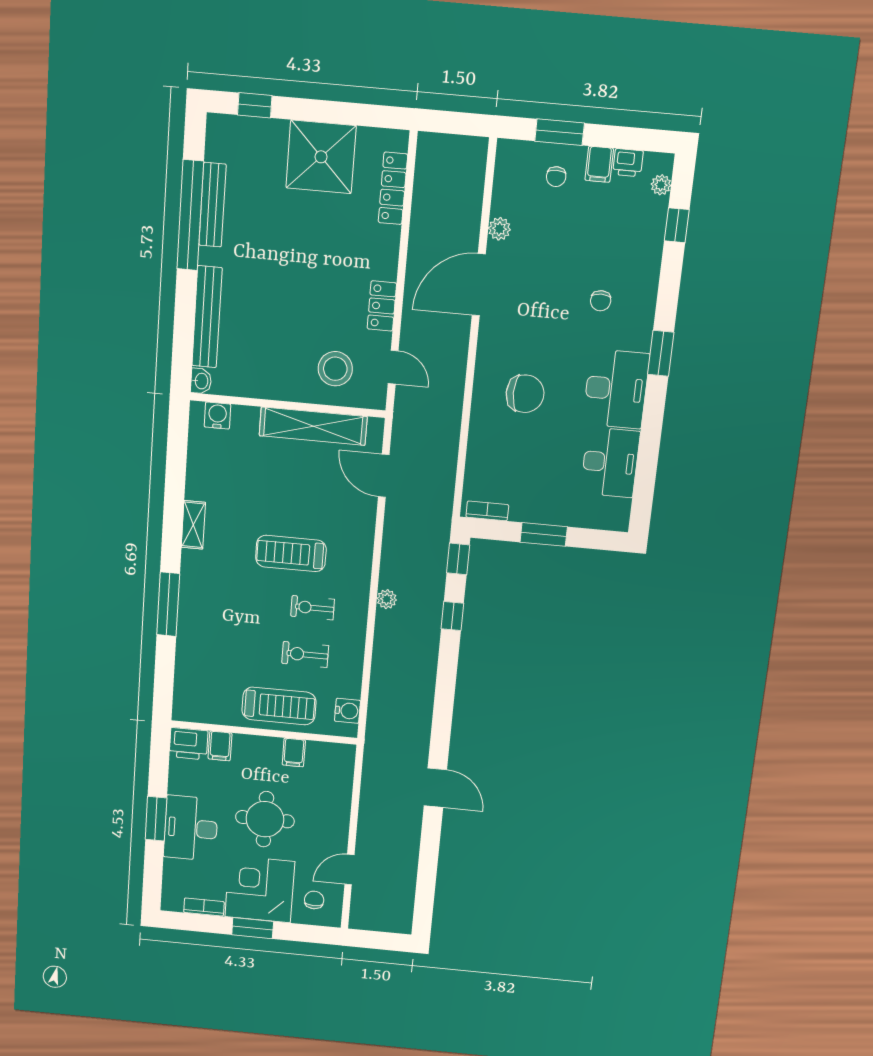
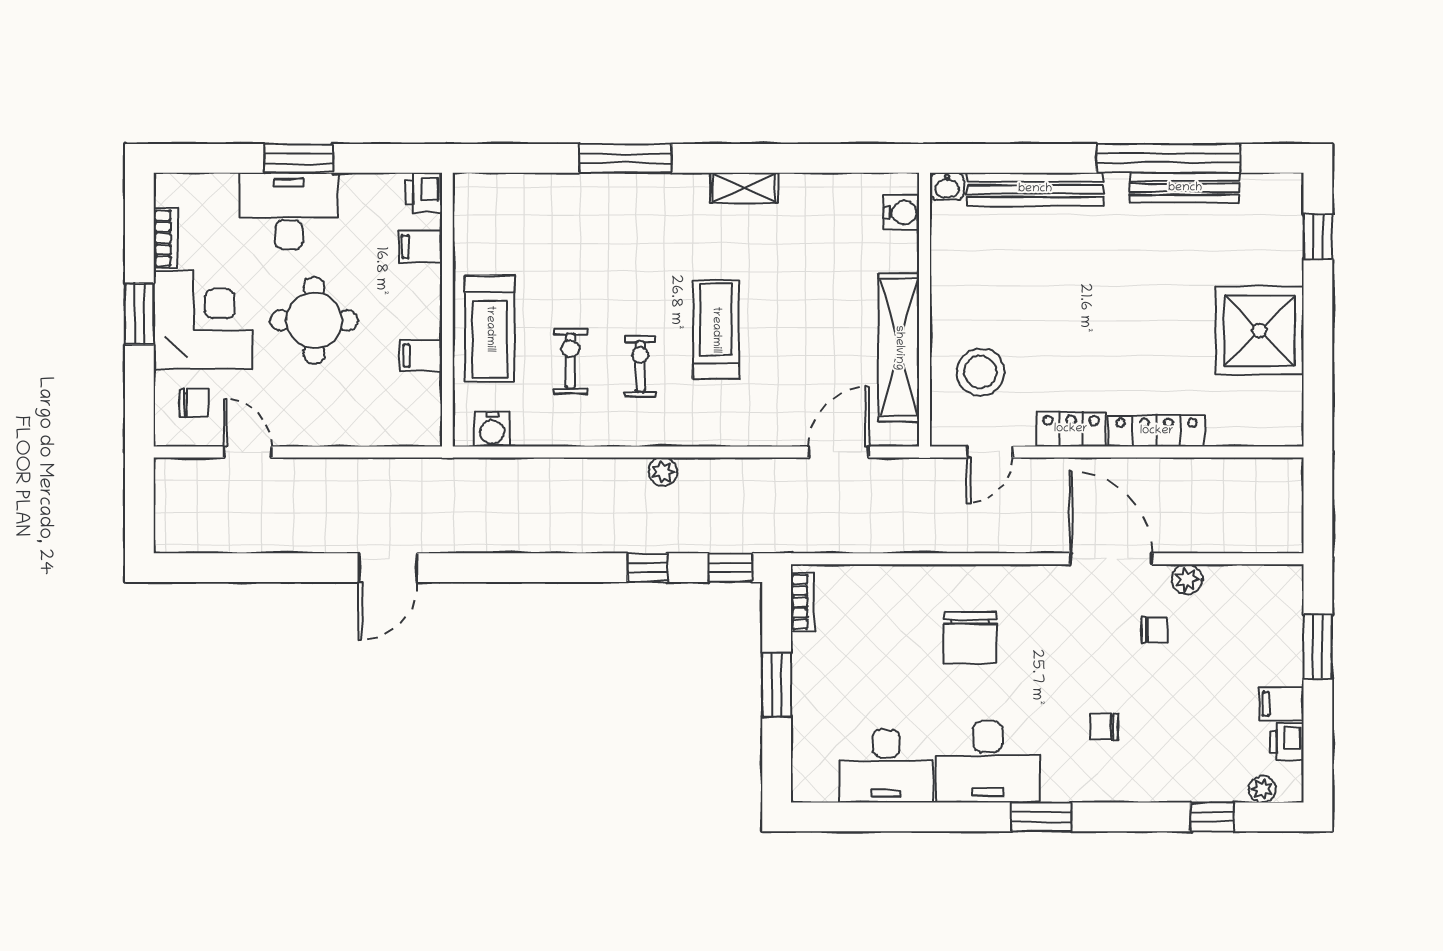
chair: (556, 177) -> (1154, 630), moved, turned 180
locker: (393, 188) -> (1157, 431), moved
printer: (189, 744) -> (424, 193), width x0.73, depth x0.81

